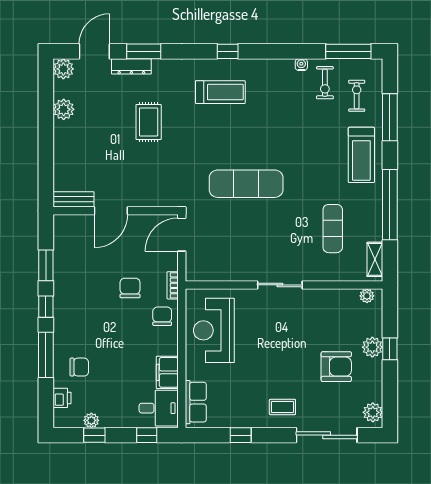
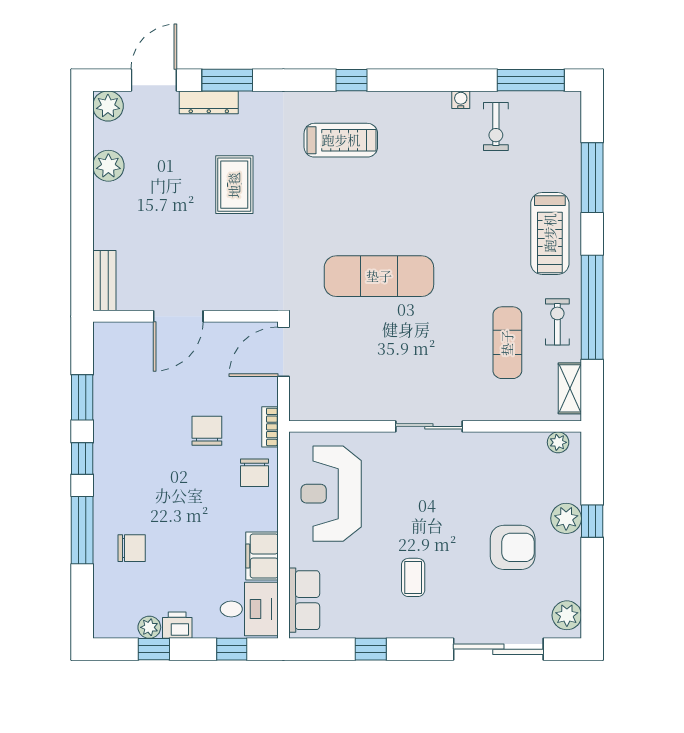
exercise bike: (357, 96) -> (557, 322), moved
bench: (74, 199) -> (104, 281), moved, turned 90
chair: (162, 316) -> (254, 473), turned 180
printer: (62, 398) -> (177, 625), moved, turned -90
coffee table: (282, 407) -> (413, 577), moved, turned 90

